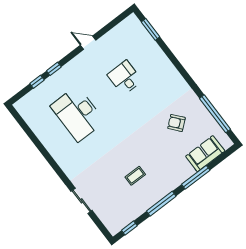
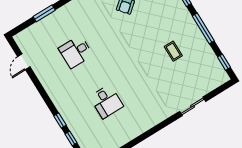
window: (150, 29) -> (44, 13), moved
door: (88, 43) -> (24, 62), moved
desk: (78, 114) -> (106, 102), width x0.53, depth x0.77

